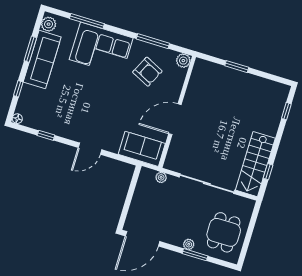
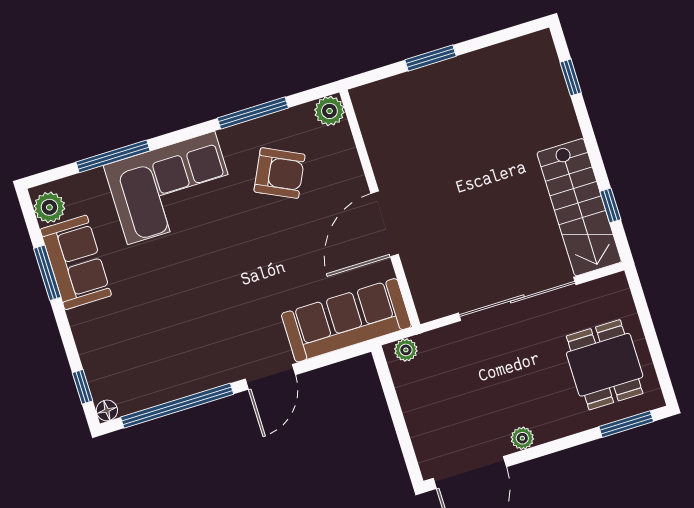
sofa: (42, 60) -> (76, 262), width x0.73
window: (18, 89) -> (83, 387), moved
window: (46, 135) -> (177, 406), width x3.17
sofa: (142, 149) -> (346, 320), width x1.36
plant: (161, 177) -> (406, 350), moved
plant: (189, 244) -> (522, 438), moved
window: (195, 255) -> (626, 424), moved

